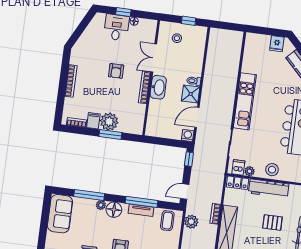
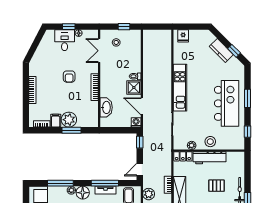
fridge: (277, 44) -> (183, 36), moved
double door: (154, 58) -> (99, 51), moved
washbasin: (158, 87) -> (106, 107), moved
door: (197, 117) -> (142, 106), hinge flipped
dishwasher: (238, 167) -> (182, 143), removed

